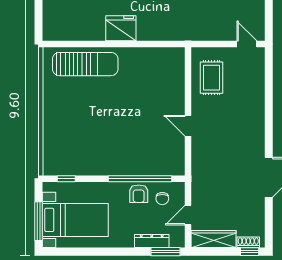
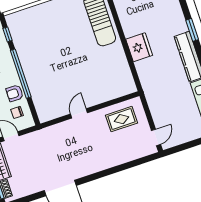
fridge: (121, 28) -> (139, 47), moved
window: (140, 179) -> (21, 74), moved

